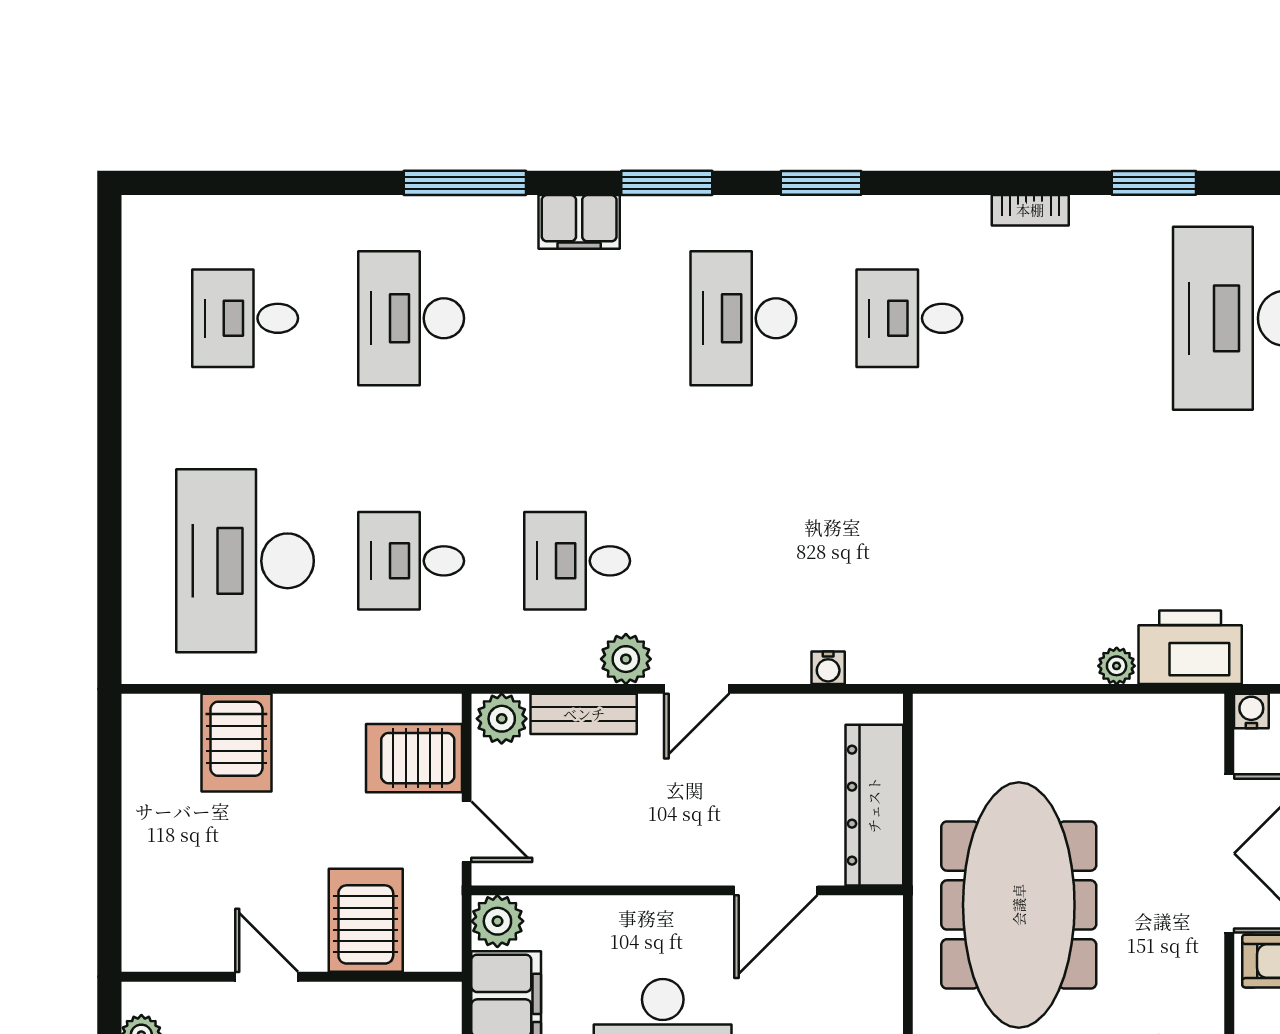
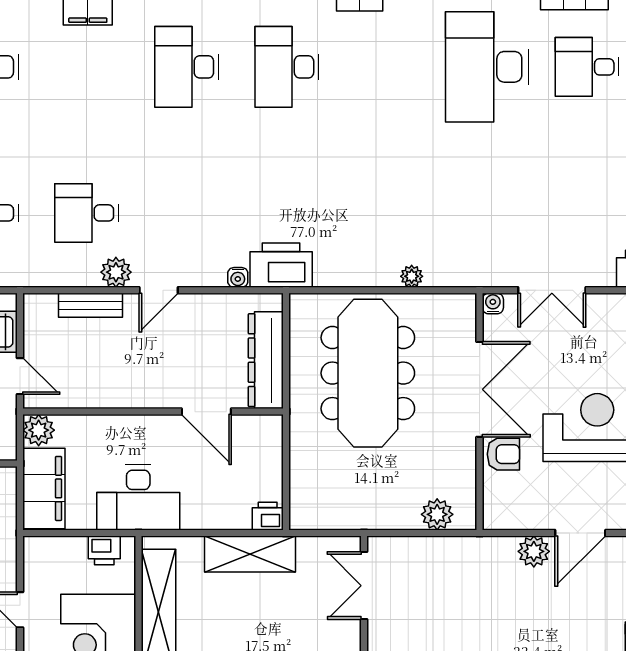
desk: (909, 318) -> (287, 67), width x1.37
printer: (1190, 647) -> (281, 265), moved
plant: (502, 719) -> (41, 308), removed
door: (776, 890) -> (206, 412), hinge flipped
meeting table: (1019, 905) -> (368, 373), moved

